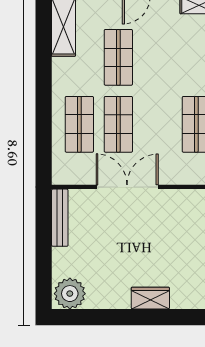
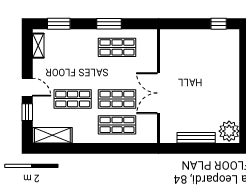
bench: (60, 218) -> (196, 138), moved
wardrobe: (150, 298) -> (232, 78), removed

